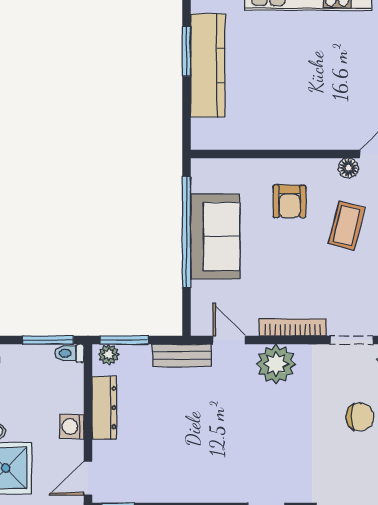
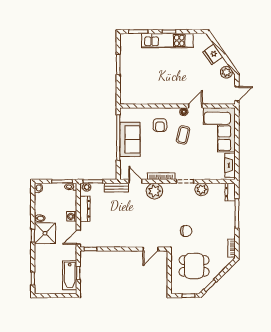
kitchen counter: (208, 65) -> (127, 70), removed
chair: (360, 417) -> (186, 231), moved

